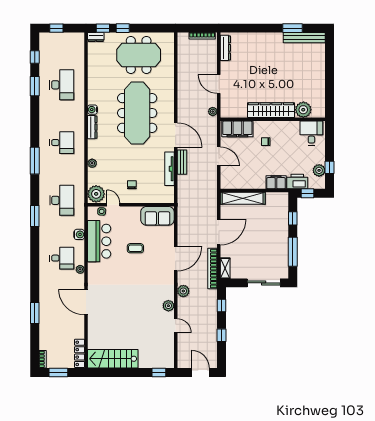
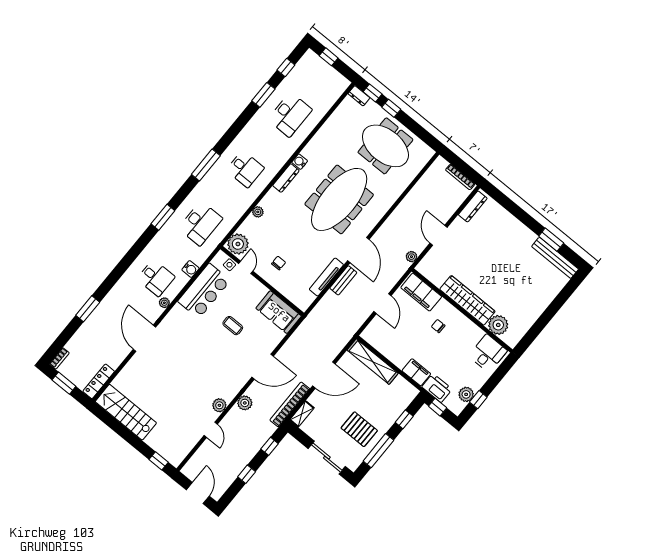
pallet: (269, 248) -> (359, 429), added

